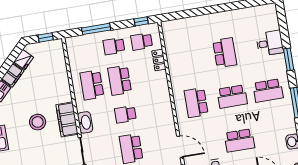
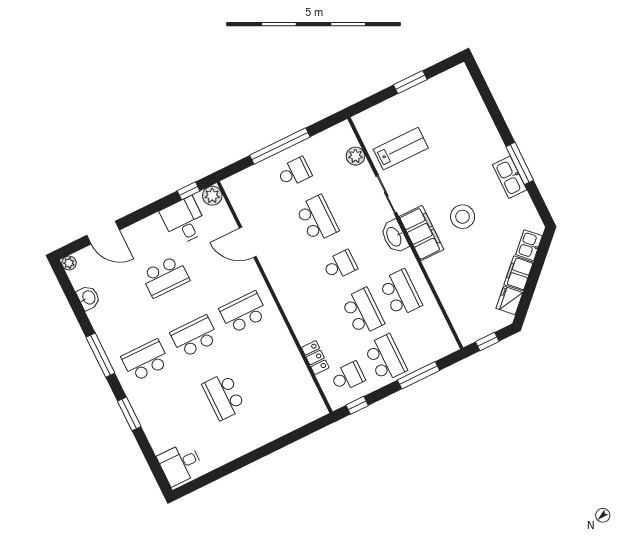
desk: (270, 43) -> (180, 464), moved
school desk: (114, 46) -> (386, 358), width x1.85
school desk: (196, 103) -> (243, 312), turned -90
school desk: (239, 140) -> (165, 277), turned 180

